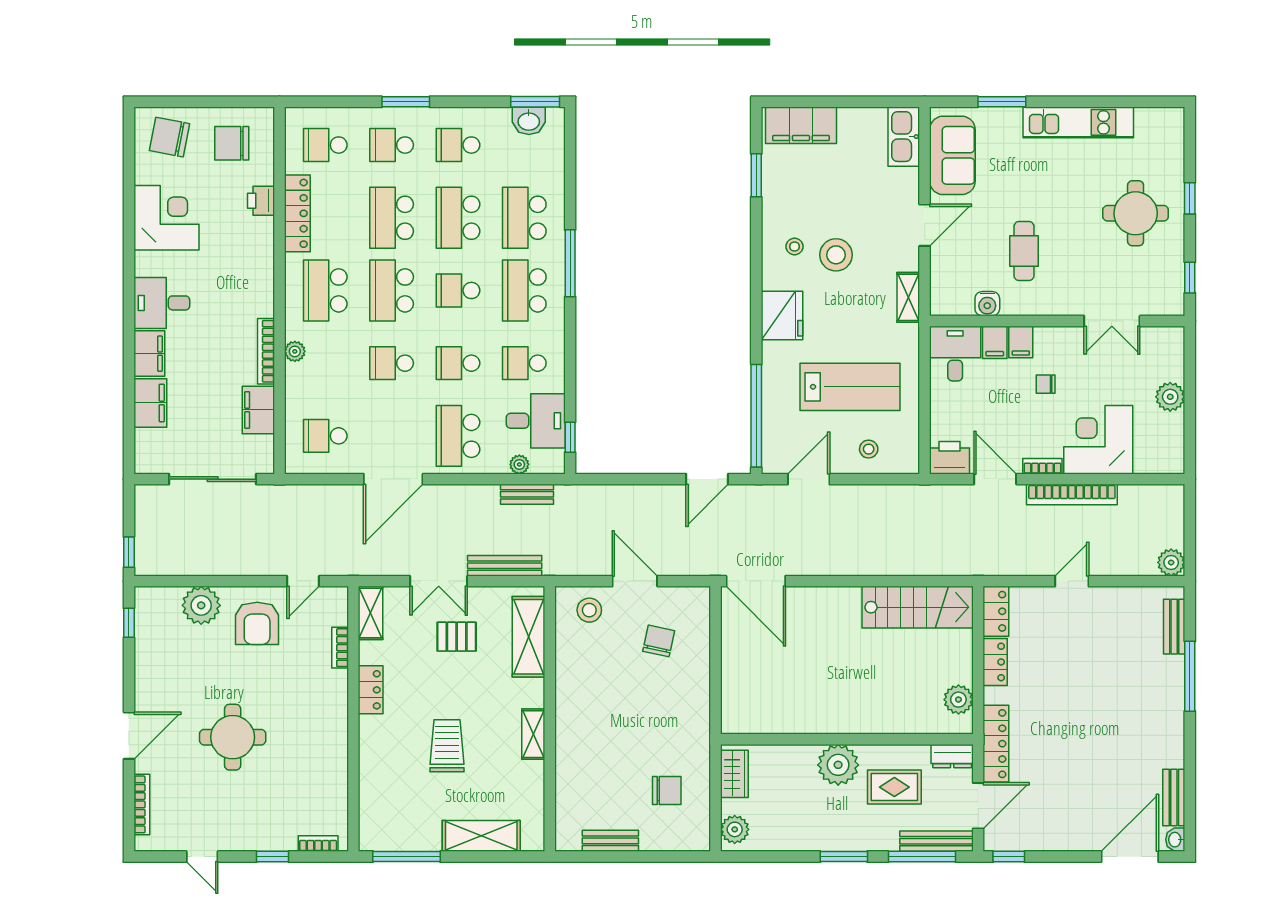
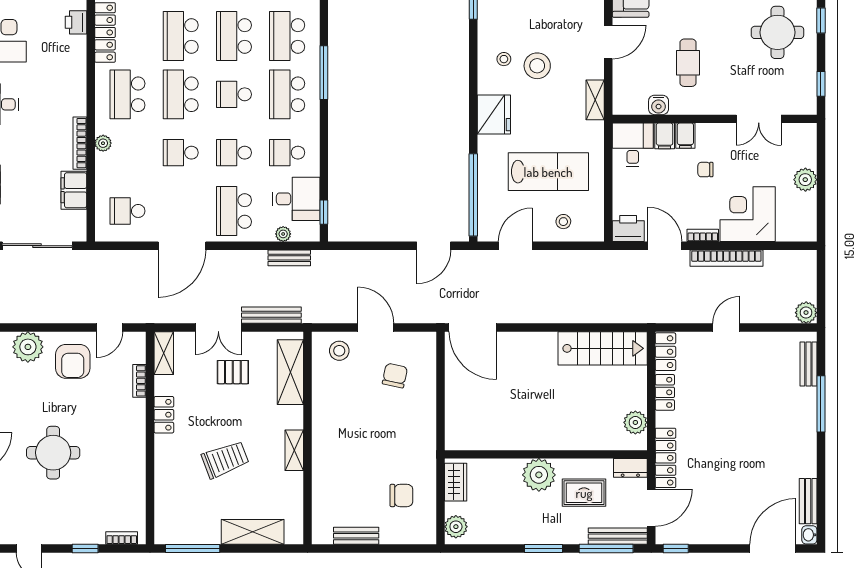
trolley: (447, 746) -> (225, 460), turned 69

